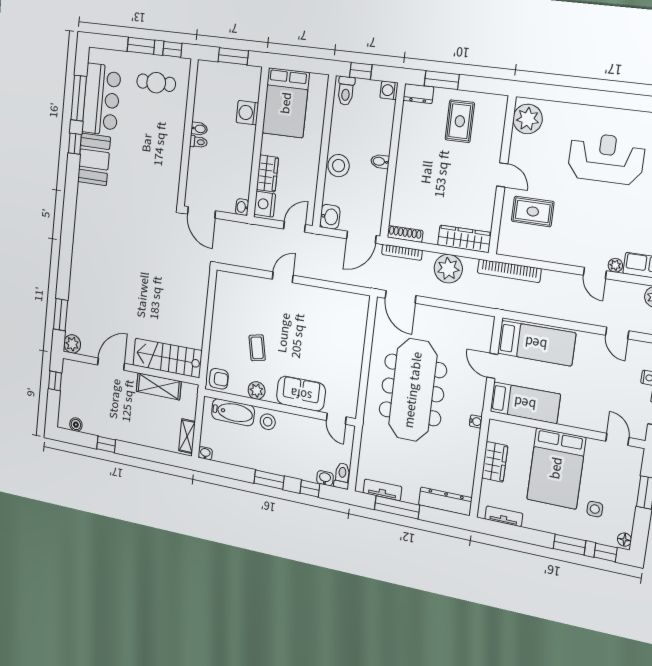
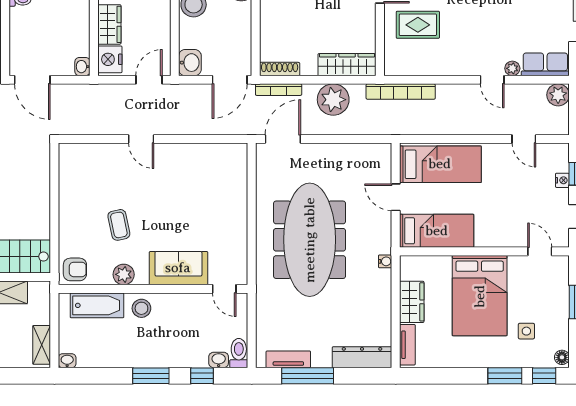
door: (283, 277) -> (141, 139), swing flipped
door: (400, 297) -> (283, 139), swing flipped
tv unit: (504, 516) -> (407, 345), moved, turned 90

